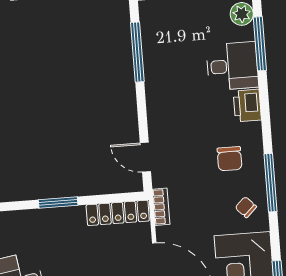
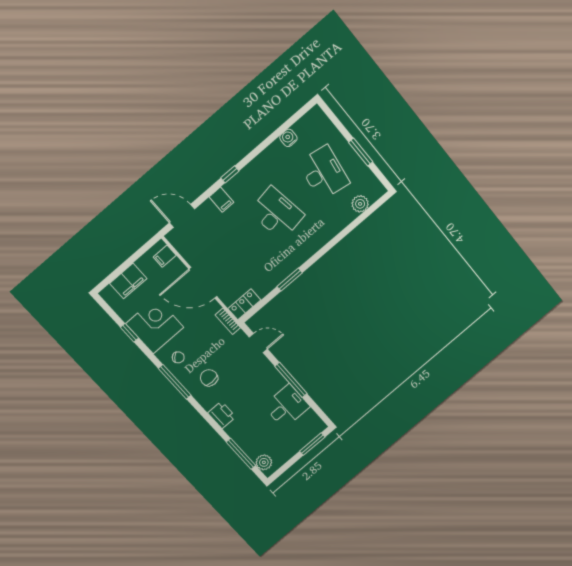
window: (137, 52) -> (291, 380), moved
desk: (232, 66) -> (287, 406), moved, turned 180
locker: (118, 213) -> (244, 304), width x0.66

